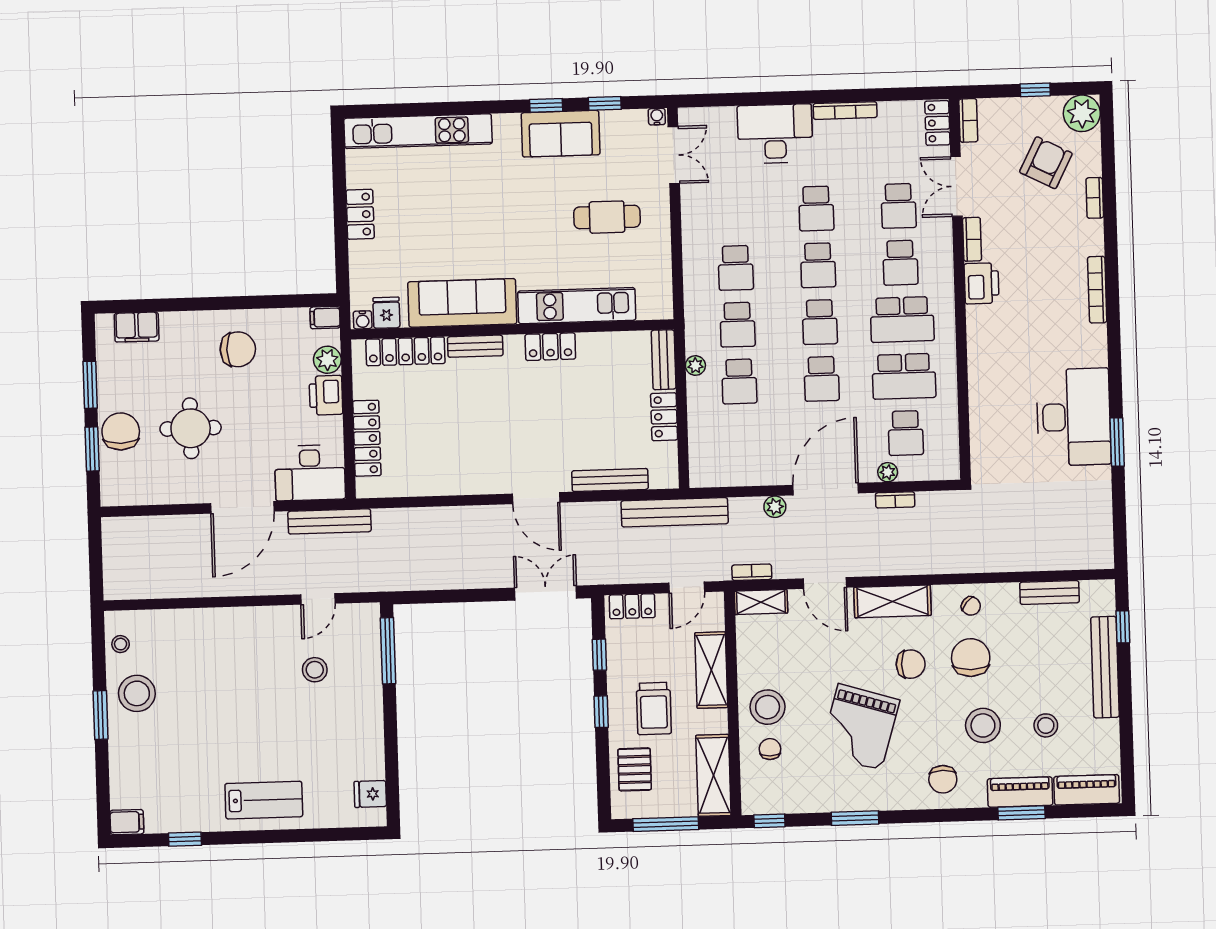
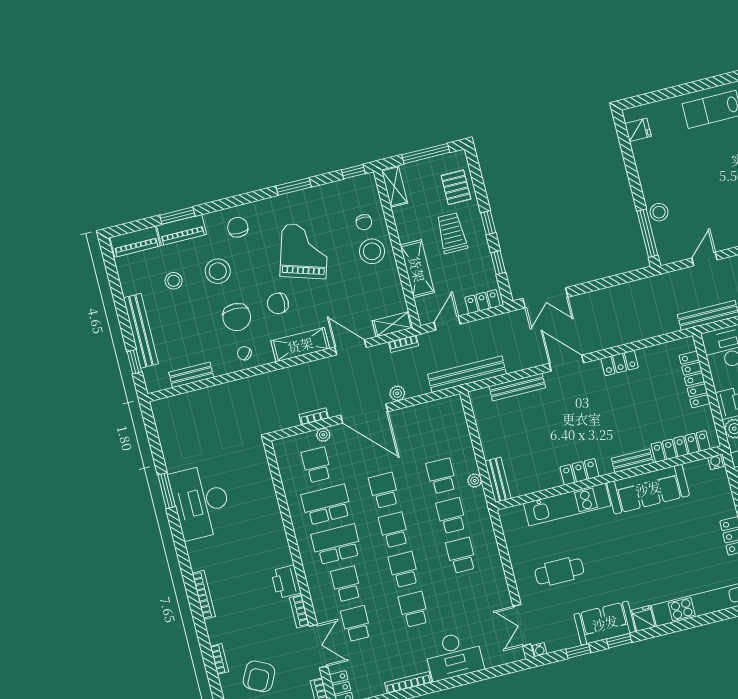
fridge: (386, 313) -> (643, 618), moved, turned 180
locker: (664, 417) -> (620, 363), moved, turned 90
door: (826, 489) -> (364, 413), hinge flipped
stool: (315, 670) -> (659, 212), moved
shelving: (713, 775) -> (394, 186), width x0.67, depth x0.75

